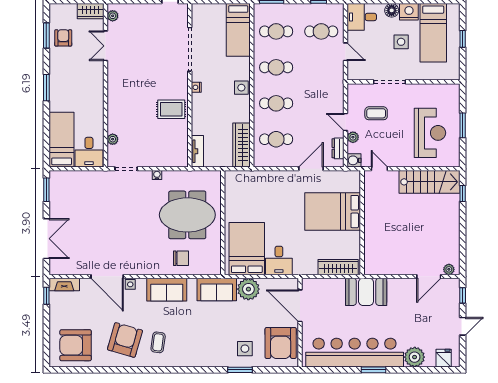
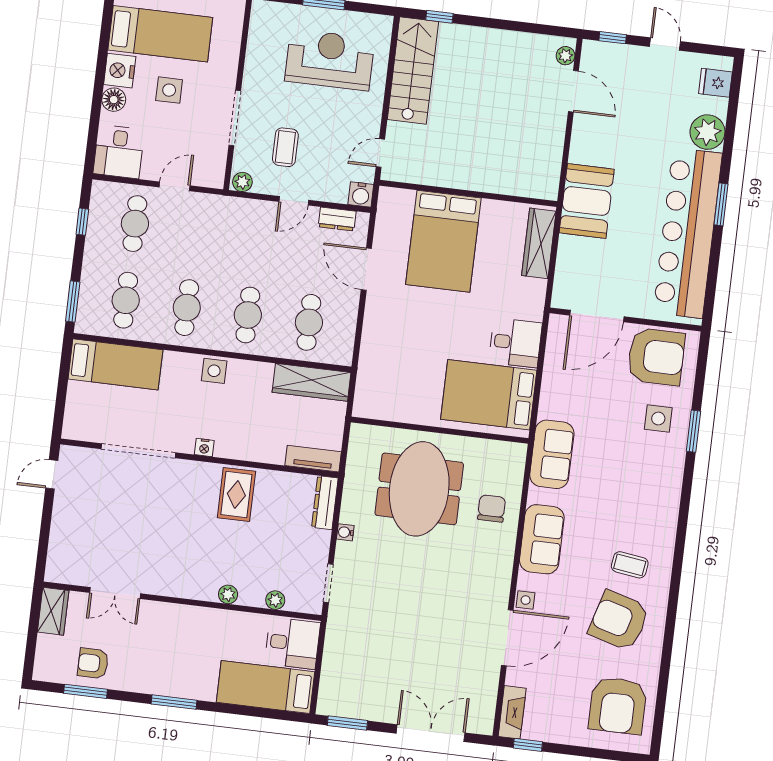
plant: (113, 16) -> (228, 594), moved
plant: (353, 137) -> (242, 182), moved
dresser: (173, 161) -> (325, 503), added
plant: (248, 289) -> (558, 400), removed

